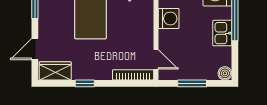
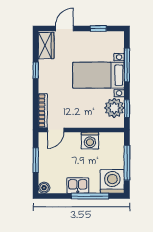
door: (35, 49) -> (64, 29), hinge flipped

